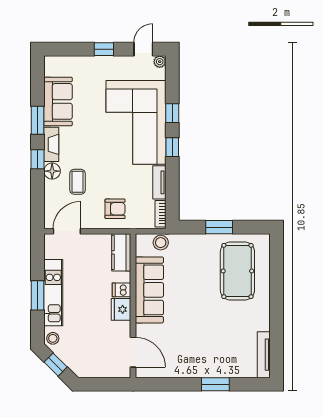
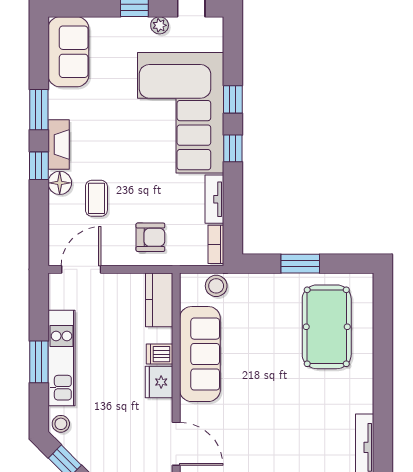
plant: (160, 62) -> (160, 25), moved
sofa: (58, 101) -> (68, 52), moved

